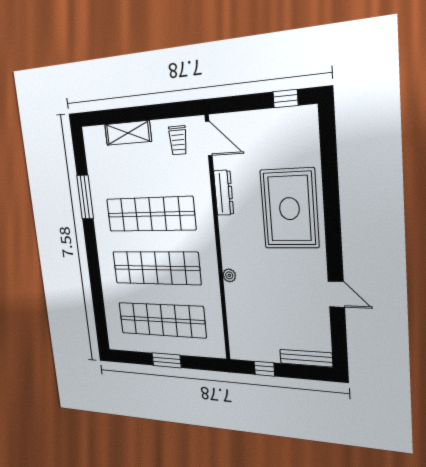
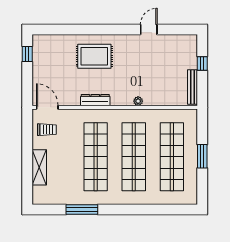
door: (209, 138) -> (47, 107), hinge flipped
dresser: (224, 193) -> (95, 100), moved
rug: (289, 209) -> (94, 56), width x0.73, depth x0.69
bench: (306, 358) -> (192, 87), moved
window: (264, 369) -> (202, 64), moved

